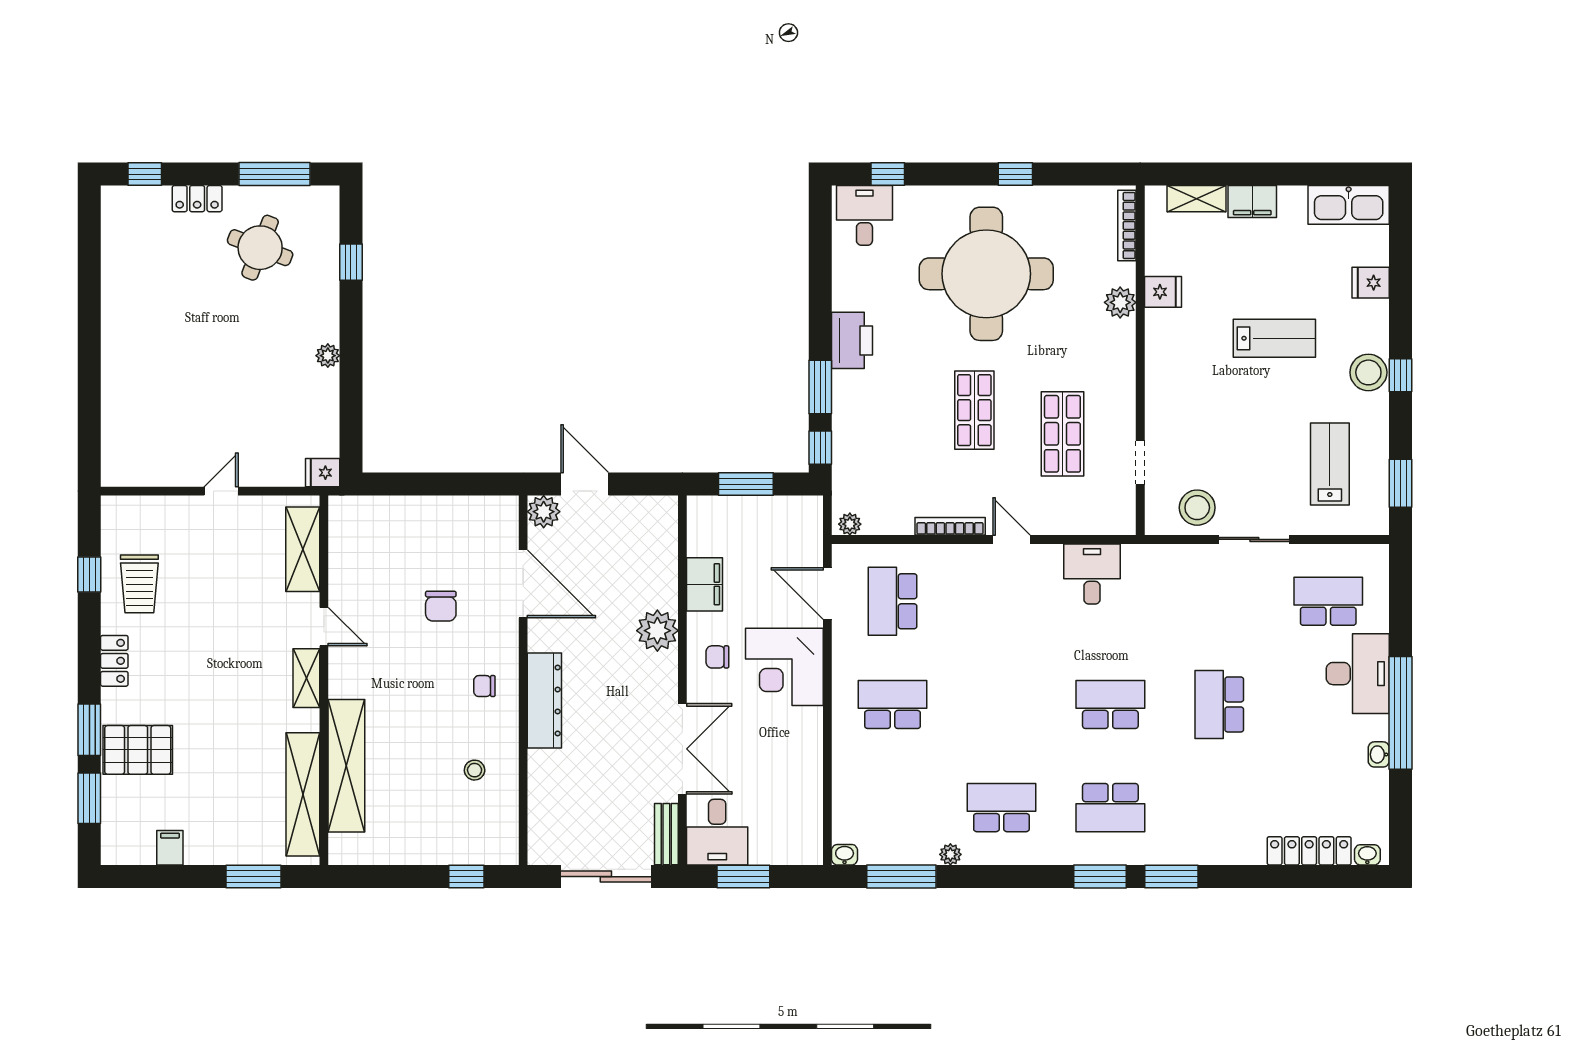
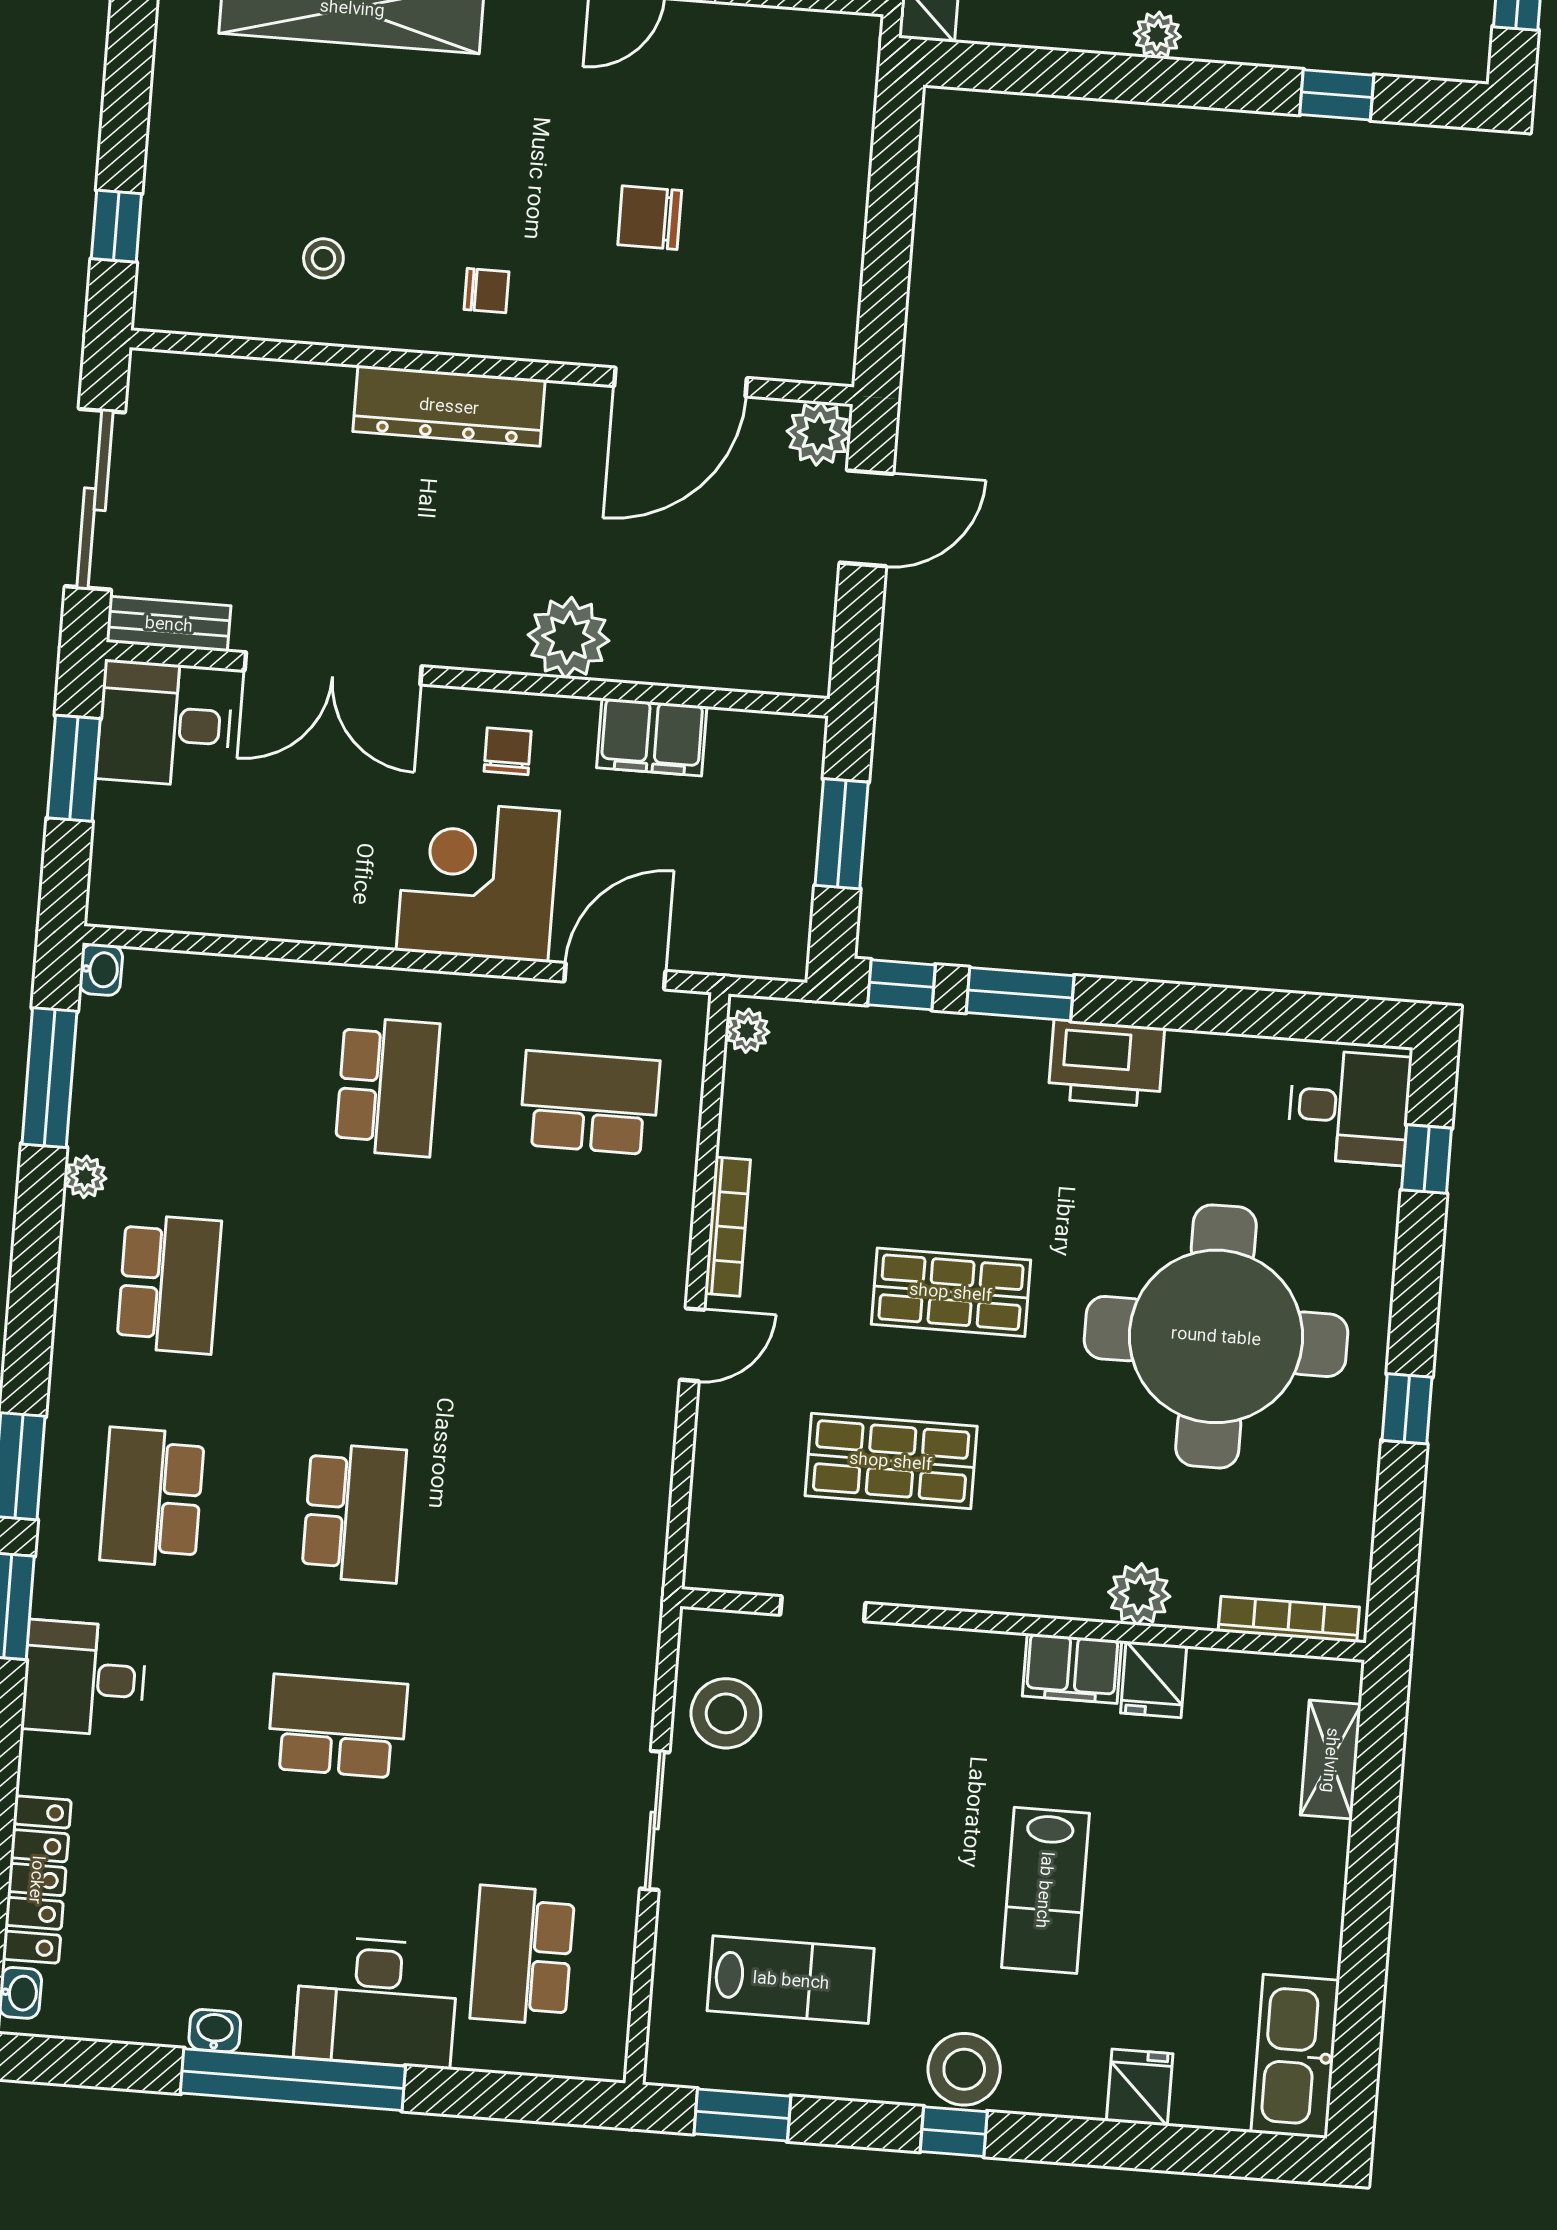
filing cabinet: (1252, 201) -> (1072, 1668), moved, turned -90
desk: (1092, 574) -> (84, 1678), moved, turned 180
school desk: (1328, 601) -> (522, 1955), turned 180
chair: (484, 686) -> (487, 291), turned 90

